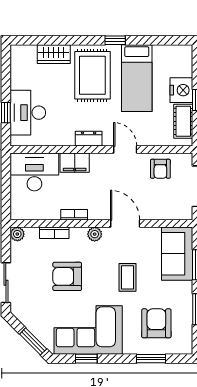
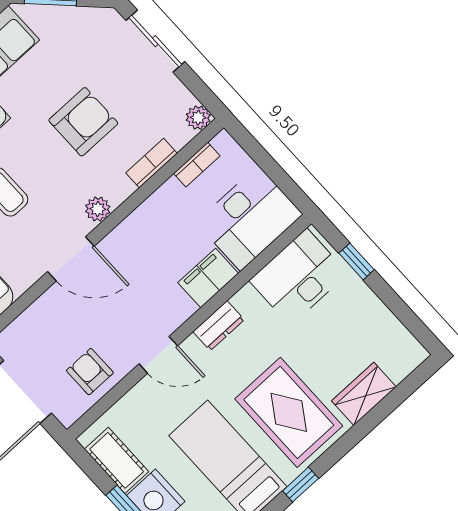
desk: (28, 113) -> (299, 277), moved, turned -90
bookcase: (74, 215) -> (197, 165), moved

